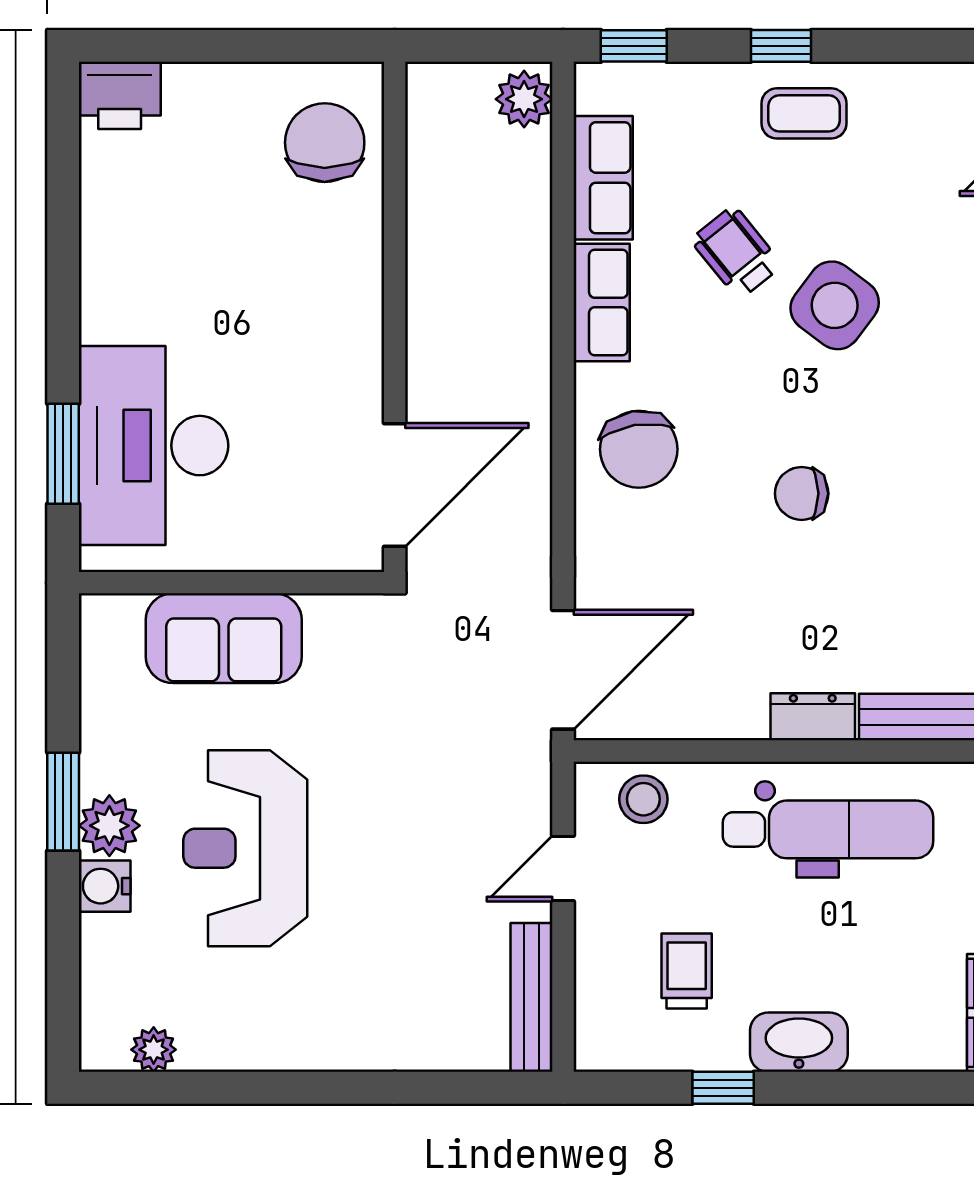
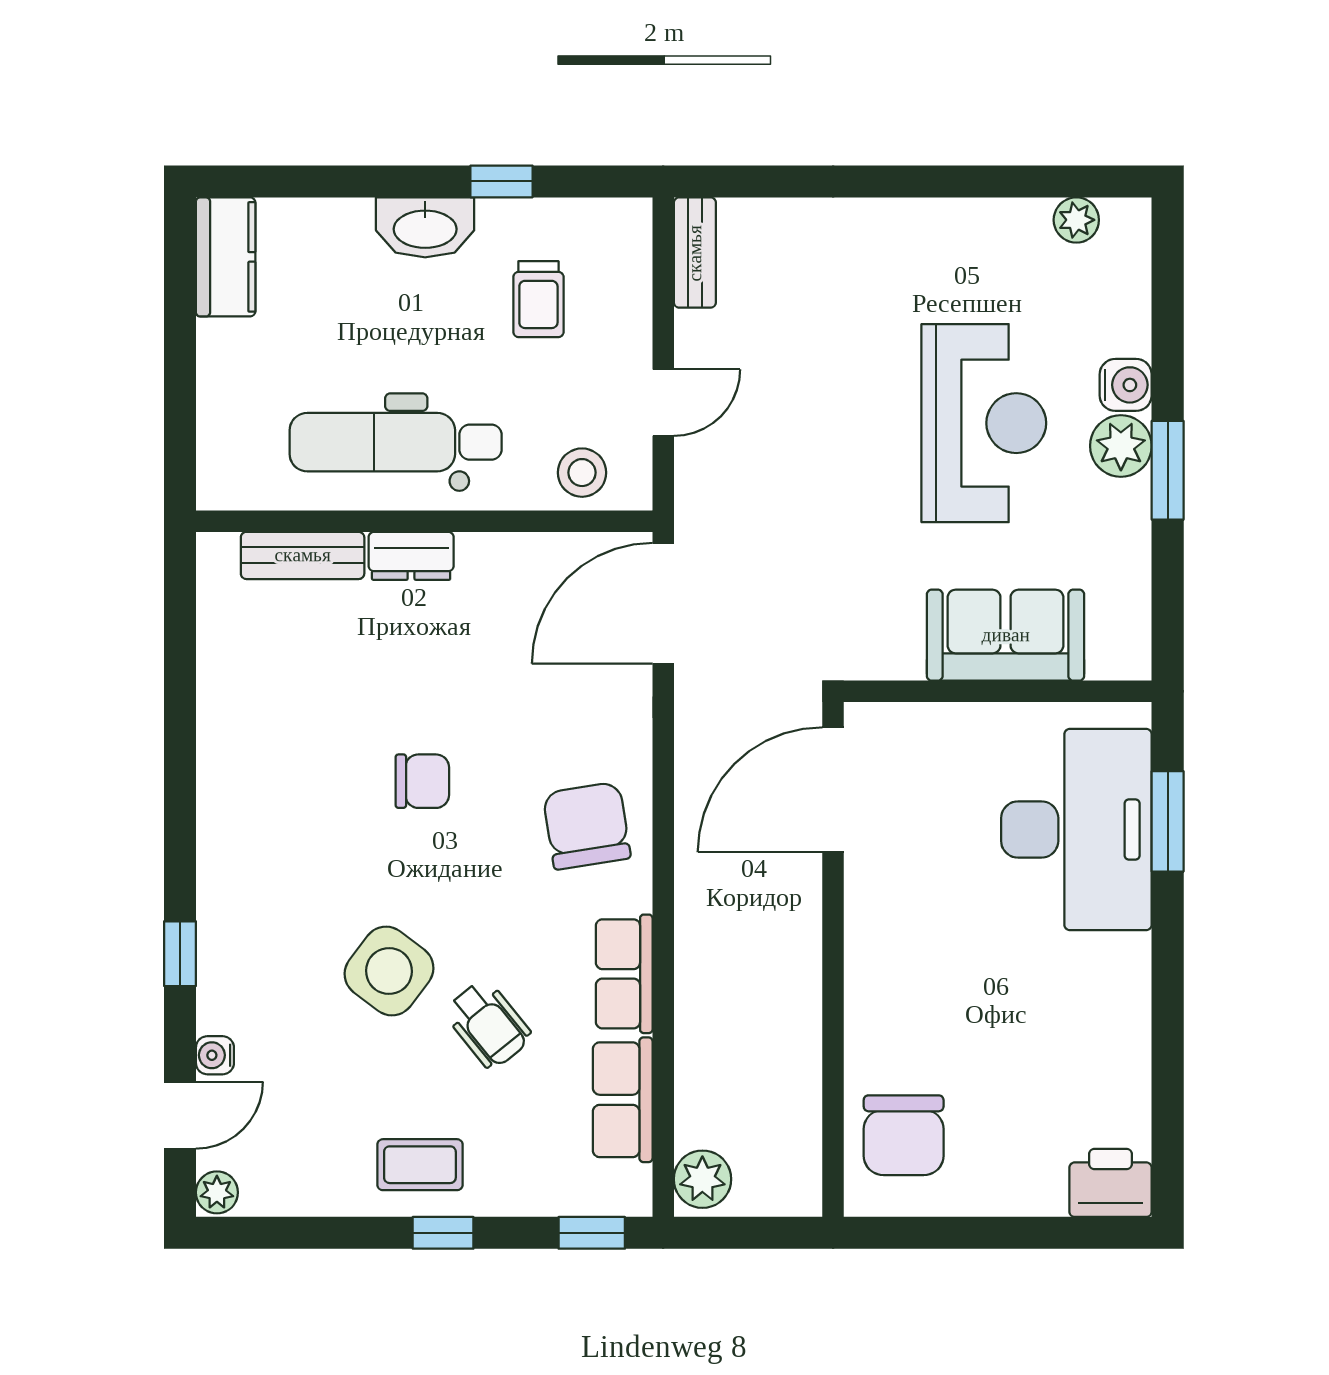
bench: (532, 997) -> (695, 253), width x0.73

